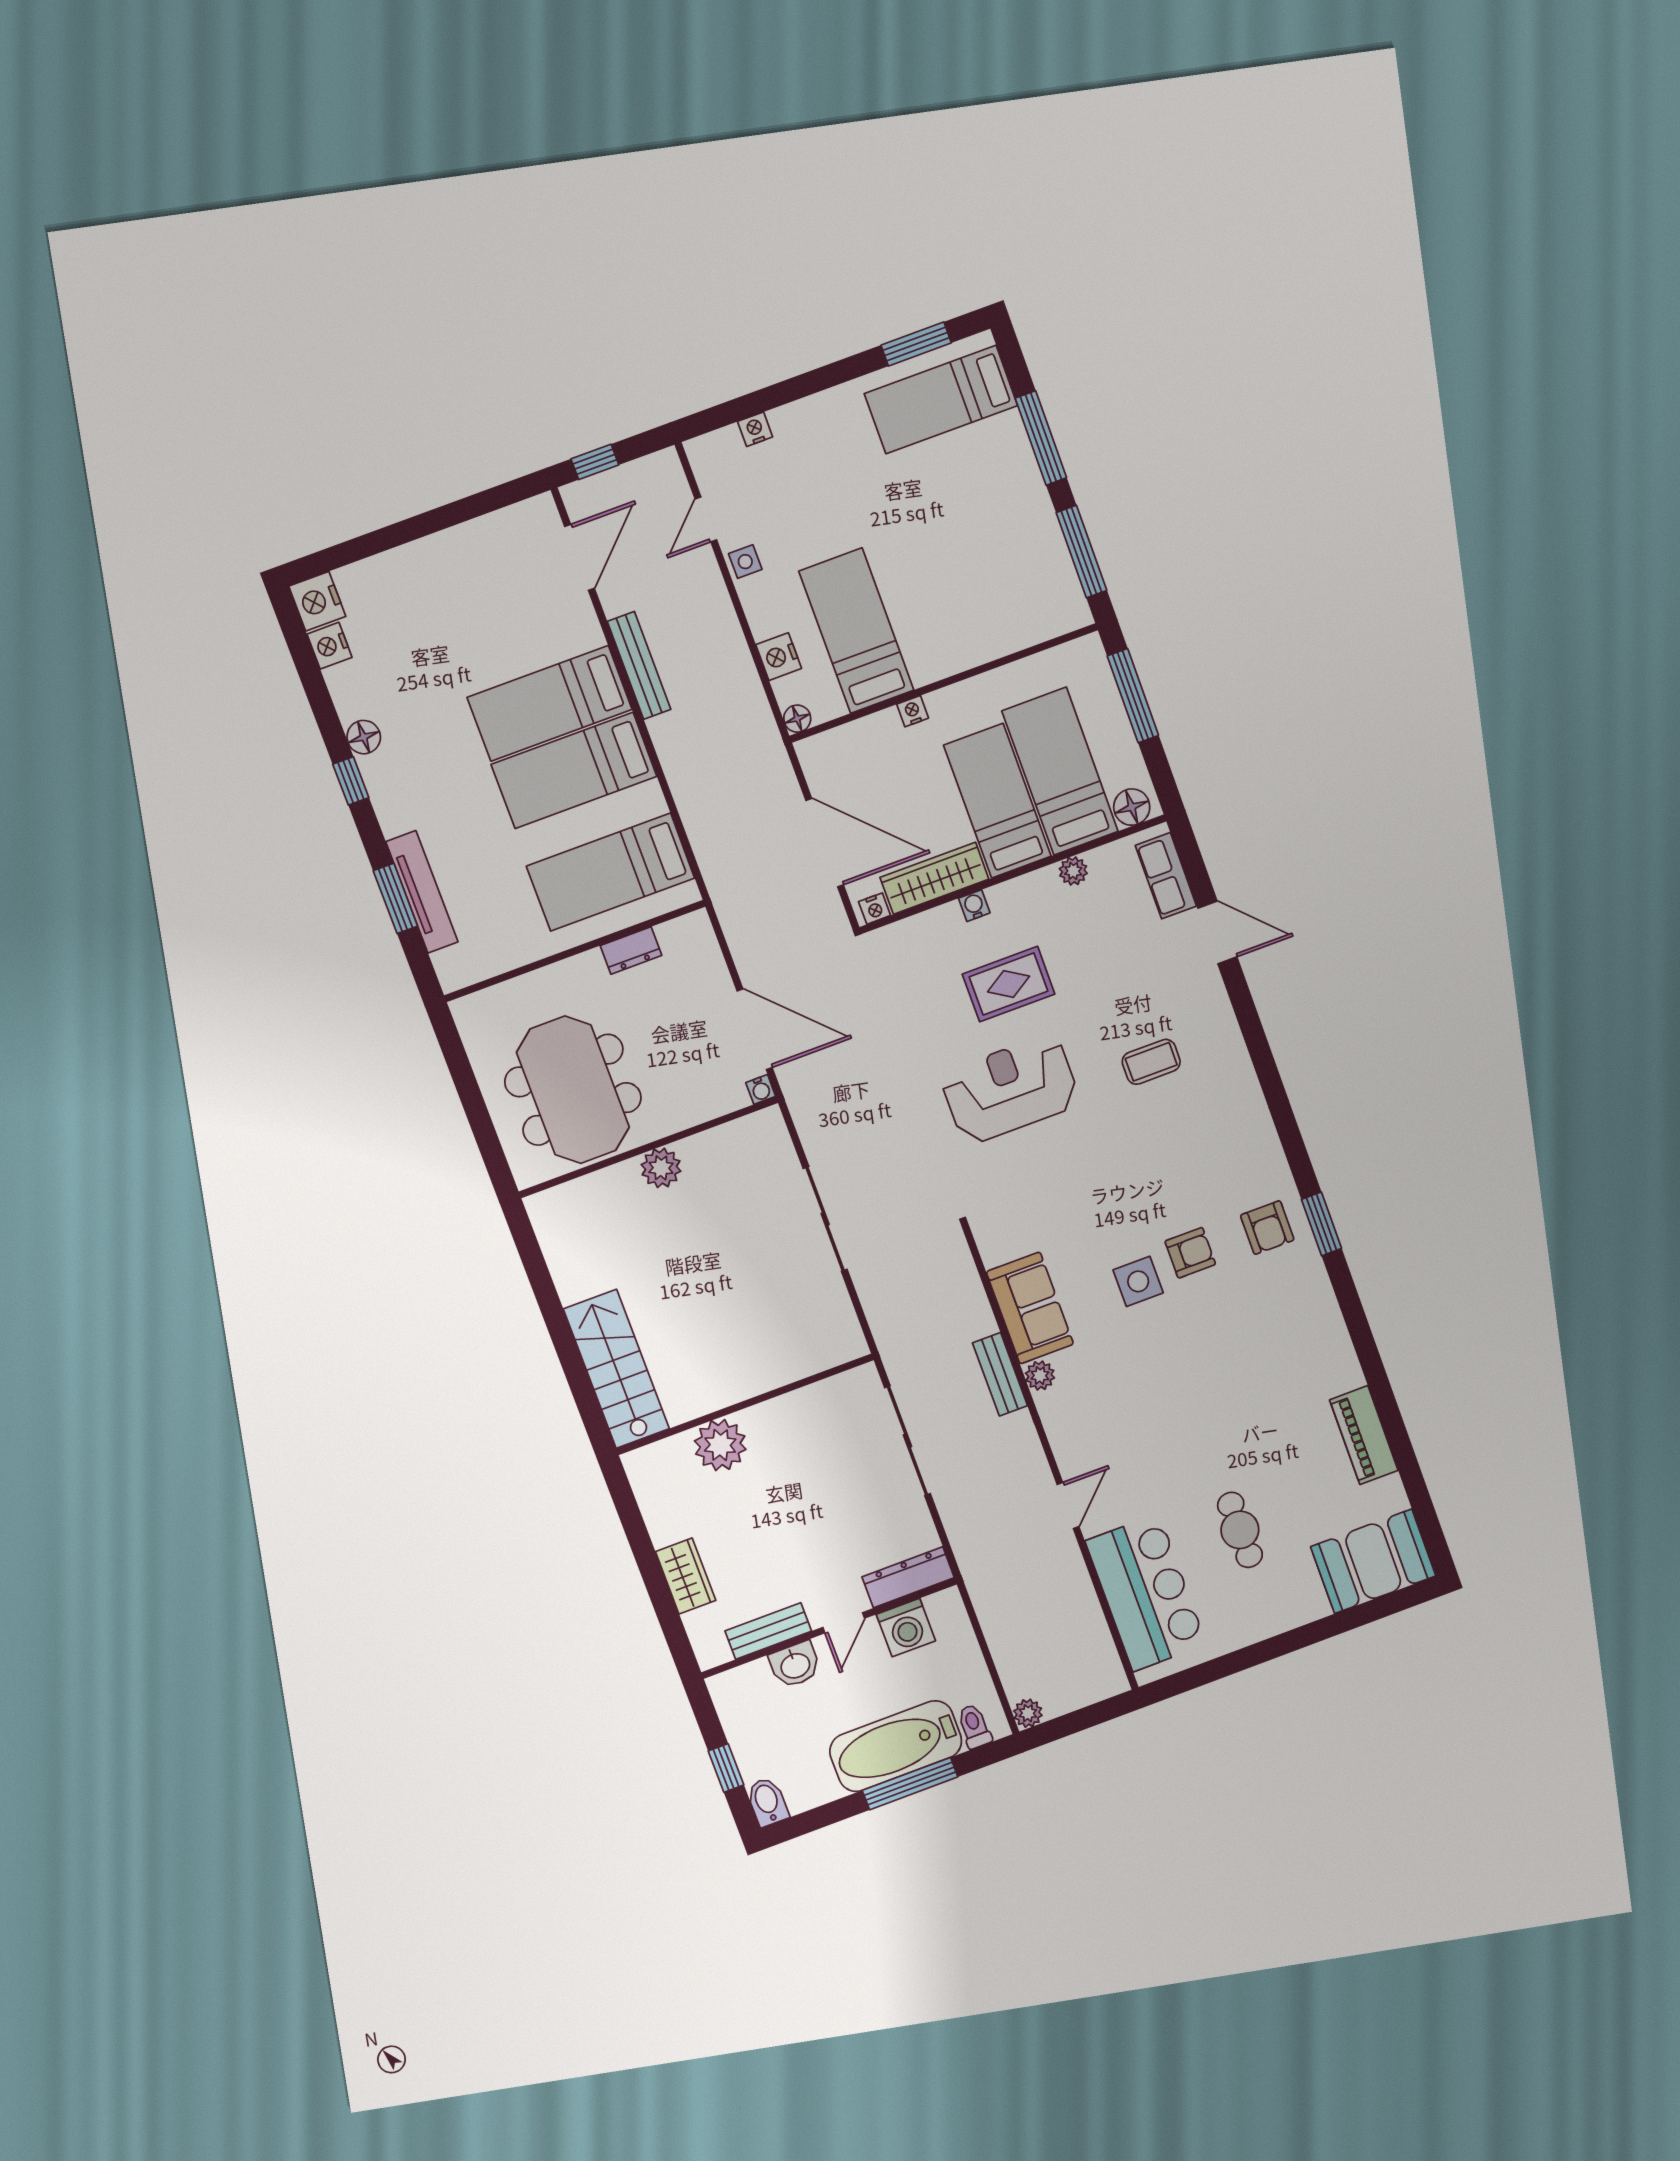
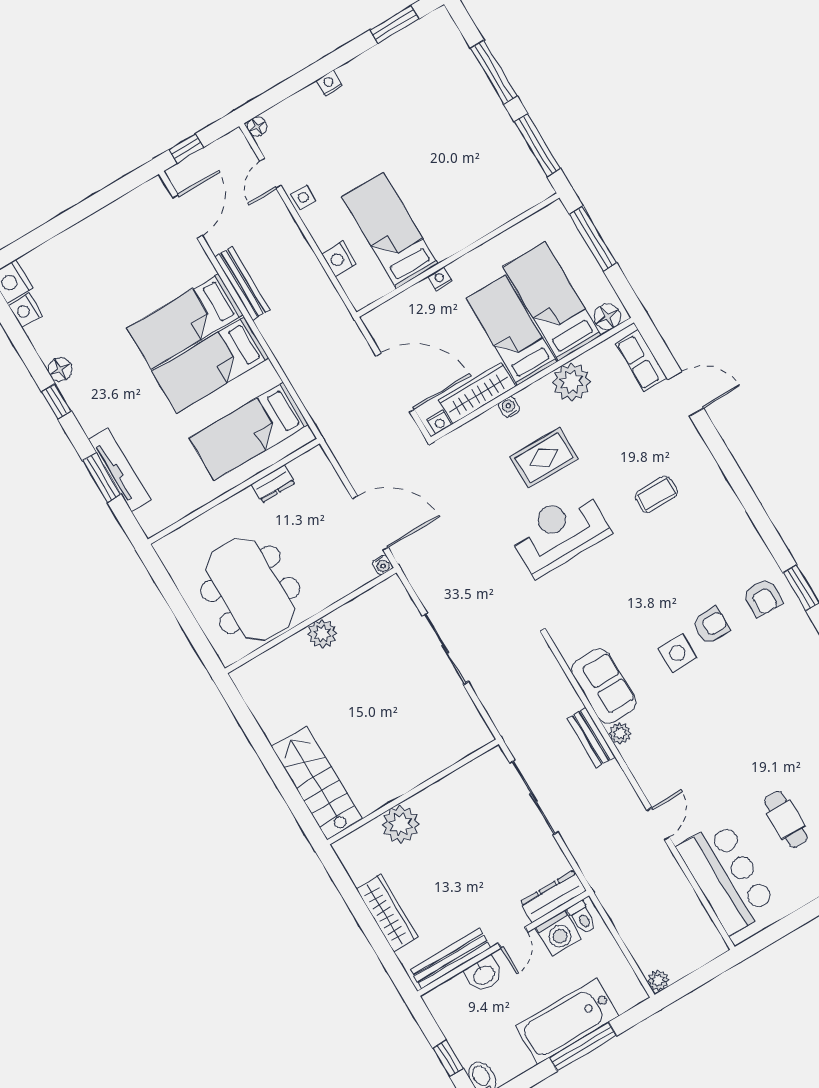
bed: (941, 400) -> (419, 59), removed
nightstand: (755, 429) -> (329, 83), moved
floor lamp: (797, 719) -> (257, 127), moved
plant: (1073, 871) -> (572, 382), width x1.88, depth x1.88
wardrobe: (686, 1576) -> (387, 913), width x1.50
bench: (768, 1631) -> (451, 959), width x1.36
toilet: (974, 1726) -> (582, 917), moved, turned 180

